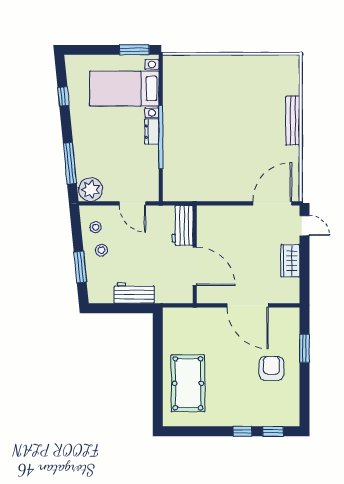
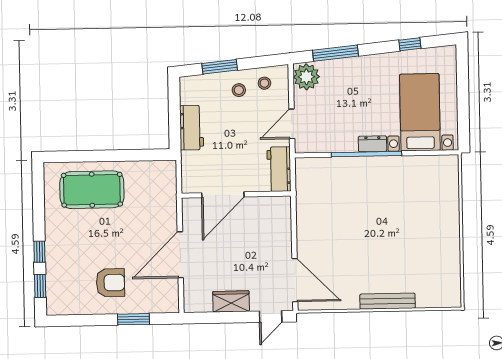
window: (134, 50) -> (463, 123), removed
workbench: (182, 225) -> (279, 169), moved, turned -90

